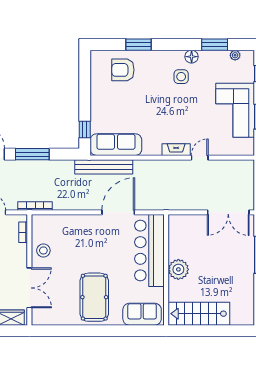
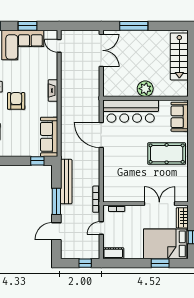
armchair: (163, 102) -> (16, 101), added
door: (200, 158) -> (59, 46), moved
bench: (104, 167) -> (66, 182), moved
stool: (43, 250) -> (131, 193), removed
stairs: (199, 314) -> (179, 56), moved

